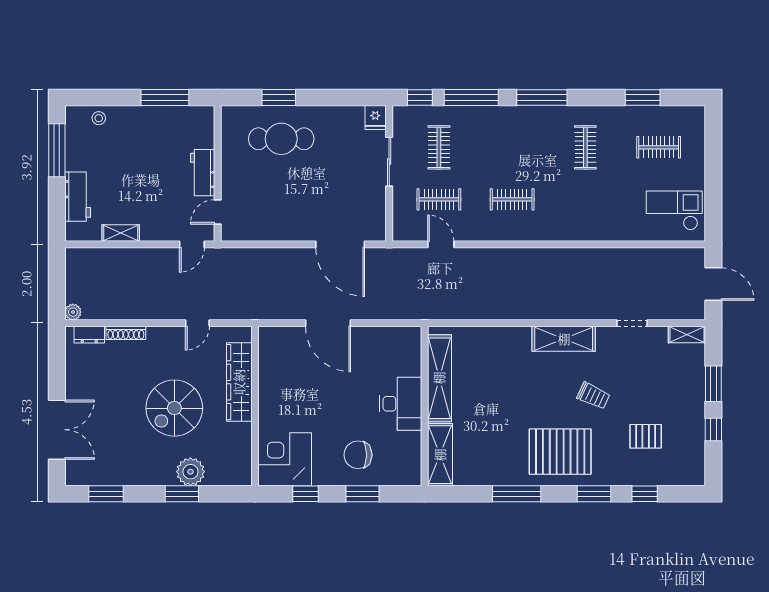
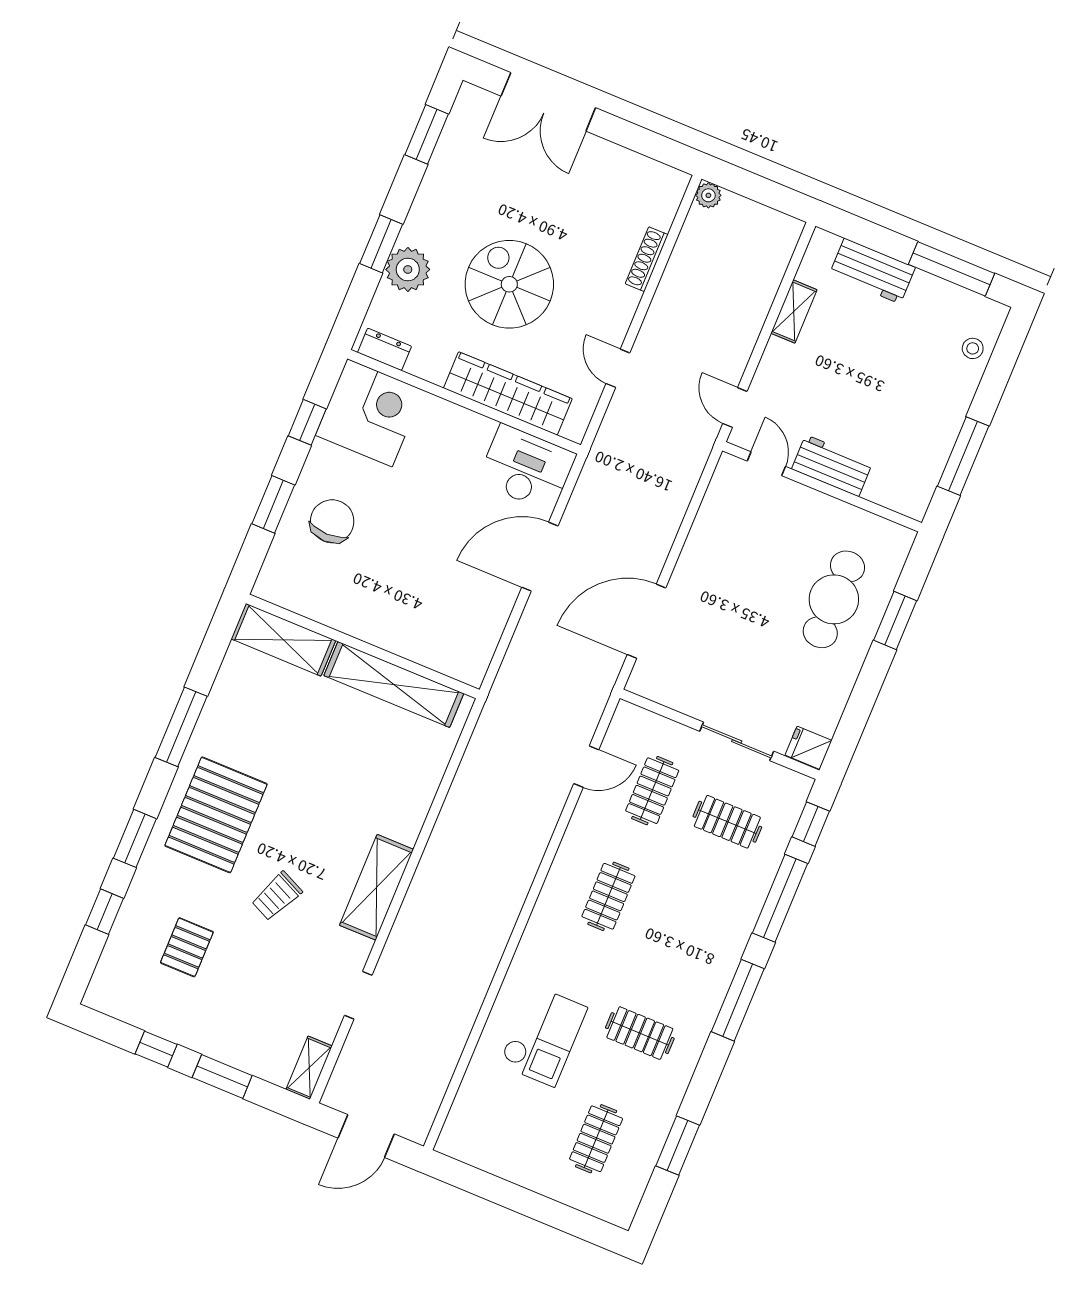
checkout: (674, 210) -> (543, 1036), moved
dresser: (89, 335) -> (384, 349), moved, turned 90
desk: (401, 404) -> (527, 468), moved, turned 180

